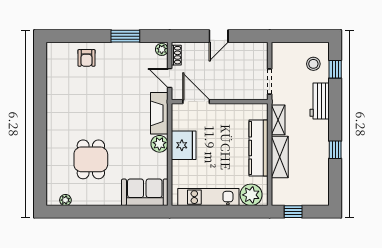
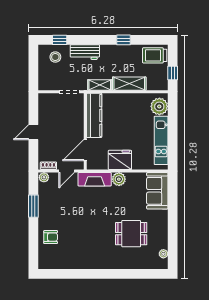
door: (219, 36) -> (33, 132), swing flipped
kitchen counter: (259, 148) -> (94, 115), moved, turned -90
trolley: (315, 189) -> (155, 55), added

